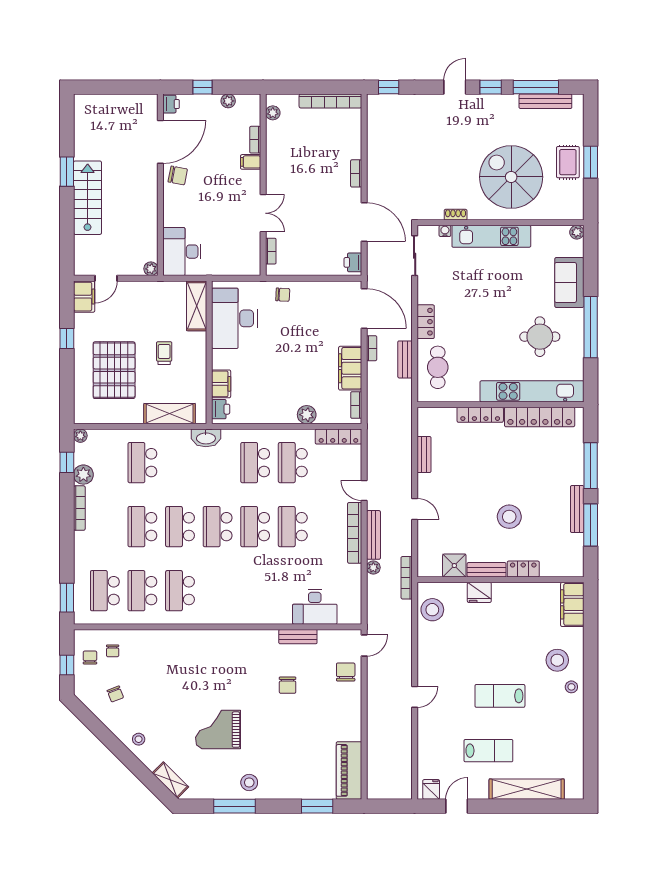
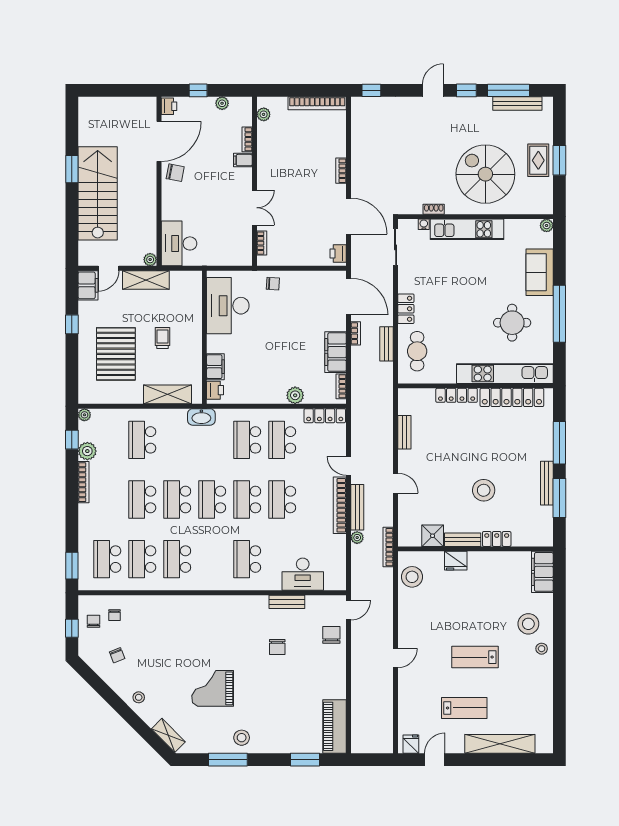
stairs: (88, 198) -> (98, 193), width x1.36, depth x1.51
shelving: (197, 306) -> (146, 280), moved, turned 90
school desk: (255, 591) -> (247, 559), added

